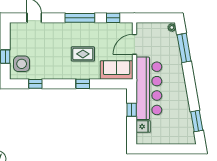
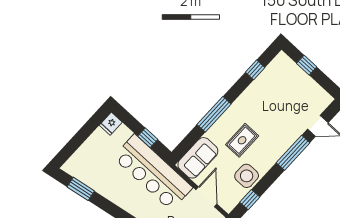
window: (80, 18) -> (293, 153), moved
side table: (22, 64) -> (247, 176), moved
window: (83, 84) -> (214, 114), width x2.17
fridge: (143, 126) -> (111, 124), moved

